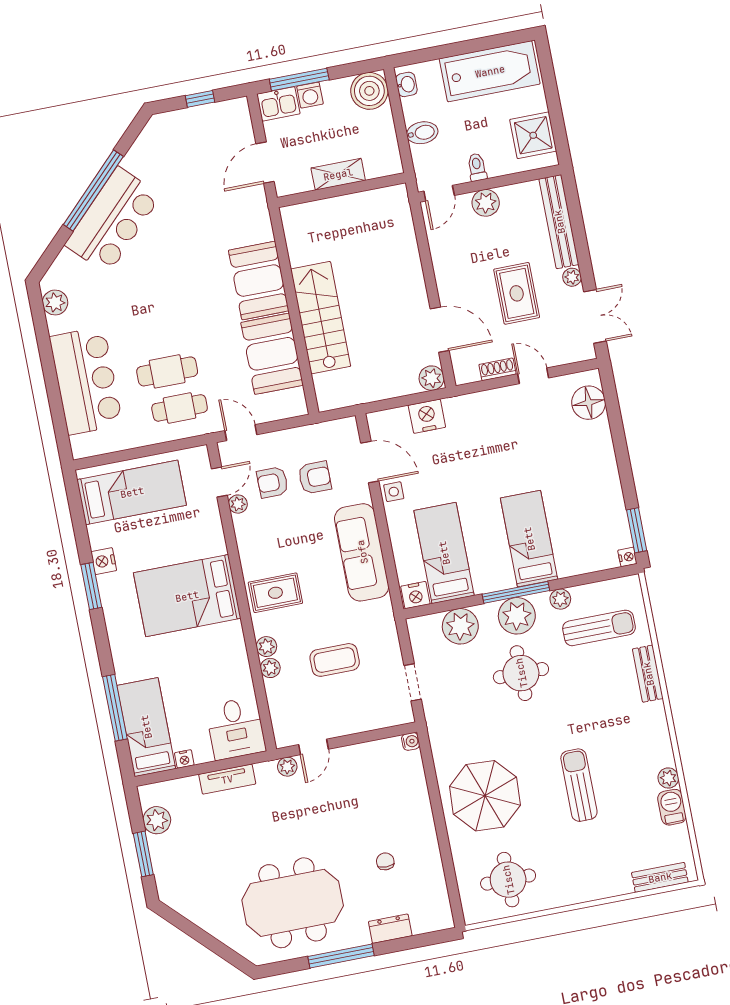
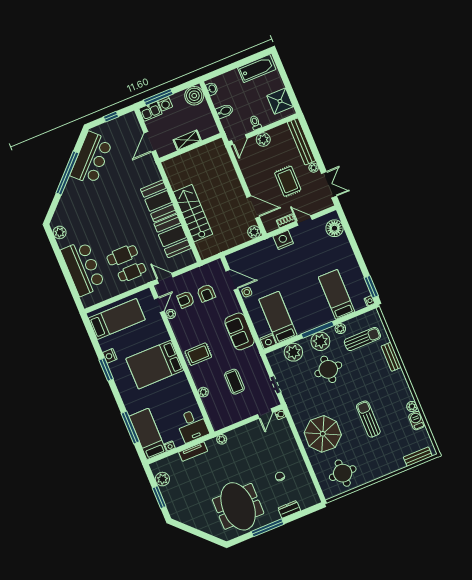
bathtub: (490, 71) -> (257, 69), width x0.73, depth x0.73
bar counter: (113, 220) -> (91, 158), moved
nightstand: (427, 416) -> (283, 240), moved
armchair: (315, 478) -> (206, 293), turned 90
bed: (529, 539) -> (337, 294), moved
sofa: (362, 552) -> (239, 331), width x0.73
plant: (266, 647) -> (199, 382), removed
coffee table: (335, 660) -> (234, 382), turned 90
door: (313, 747) -> (265, 413), moved
meeting table: (293, 903) -> (238, 506), turned 90

